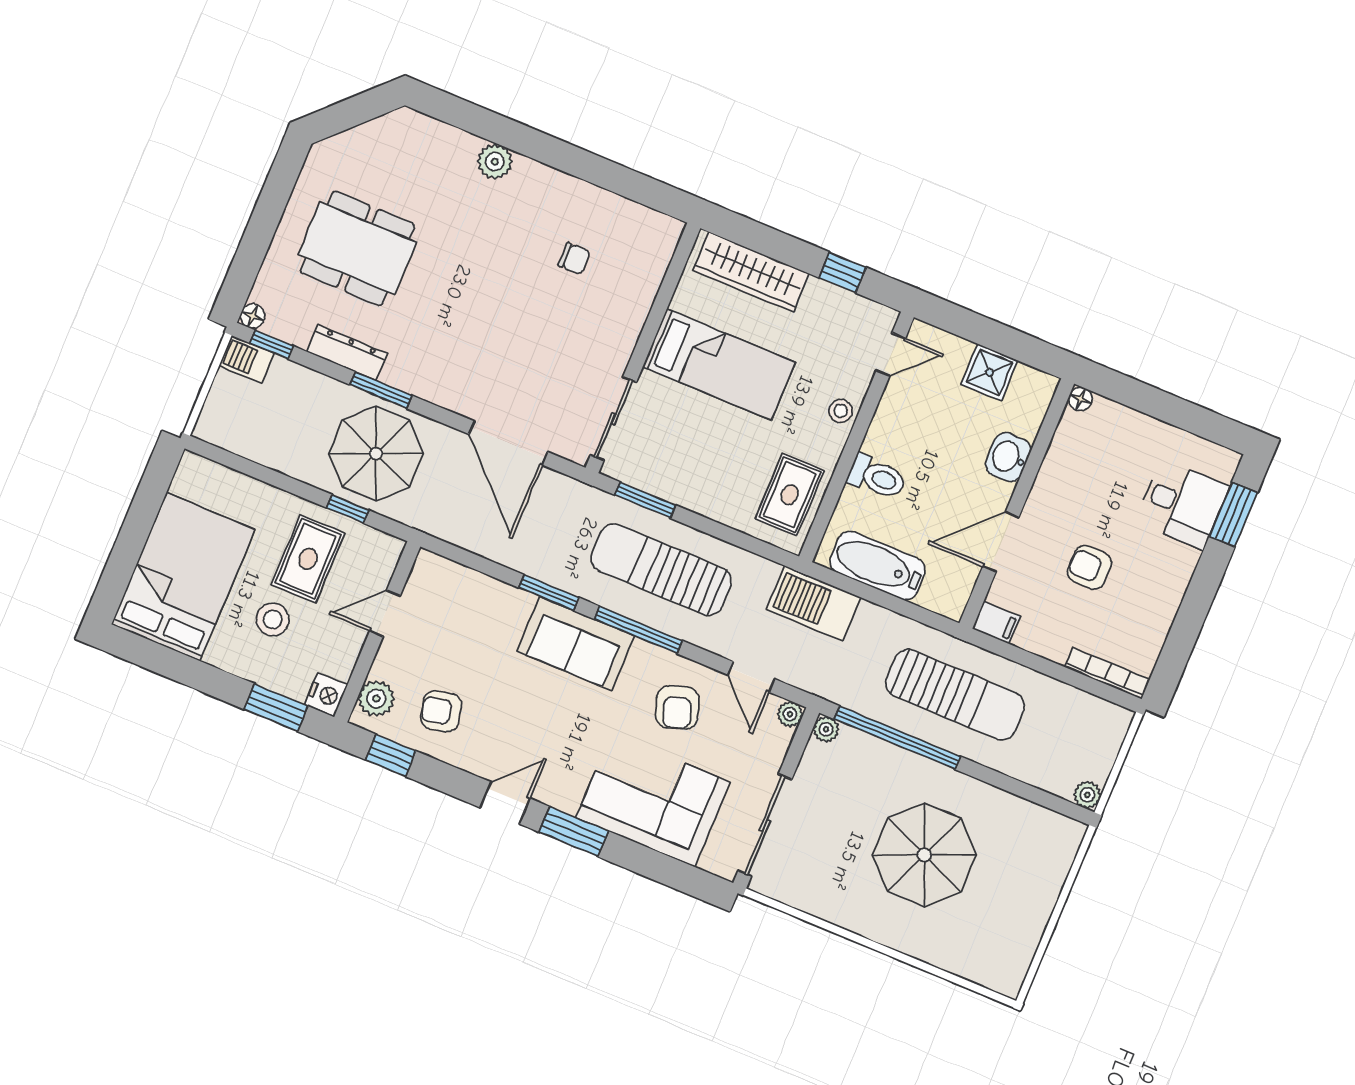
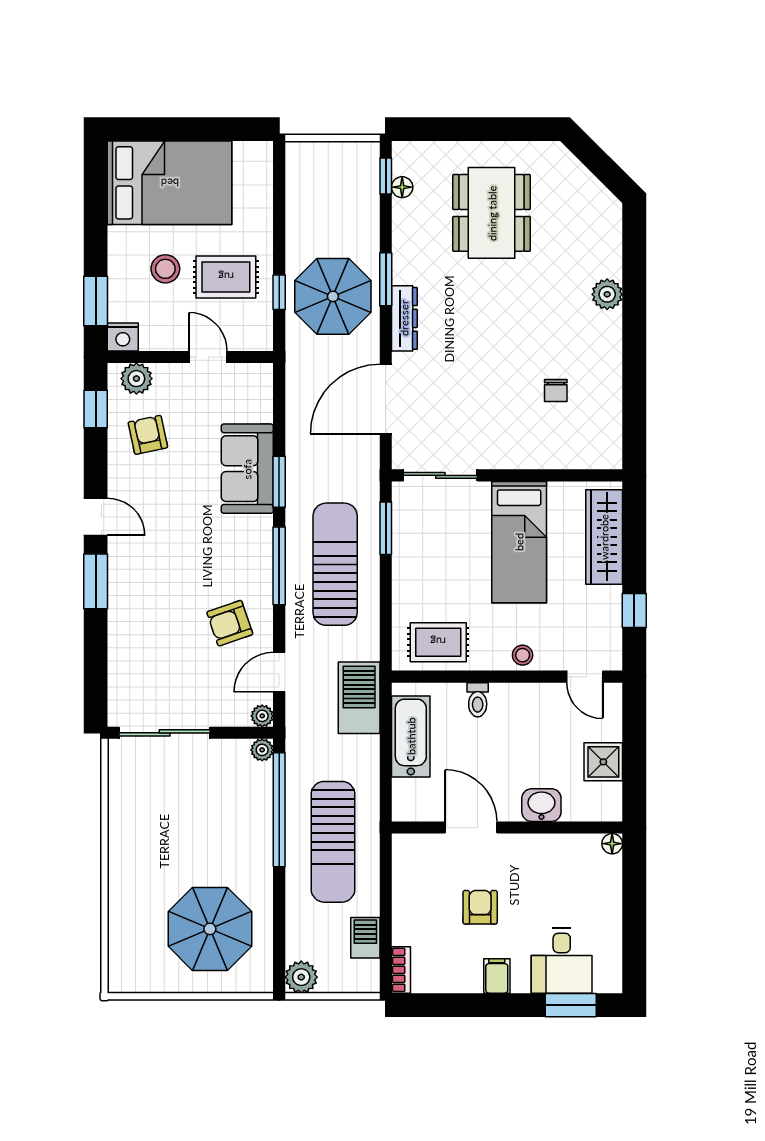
floor lamp: (253, 316) -> (402, 187), moved
dresser: (347, 353) -> (404, 318), moved
barbecue: (247, 359) -> (365, 938), moved
toilet: (877, 477) -> (478, 700), width x0.73, depth x0.72
filing cabinet: (996, 623) -> (497, 976), moved, turned 180
sofa: (576, 643) -> (247, 469), moved
bookcase: (1107, 673) -> (401, 970), width x0.64
plant: (1087, 795) -> (301, 977), width x1.38, depth x1.38
corner sofa: (653, 800) -> (148, 635), removed
parasol: (924, 855) -> (210, 929), moved

